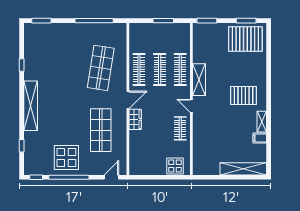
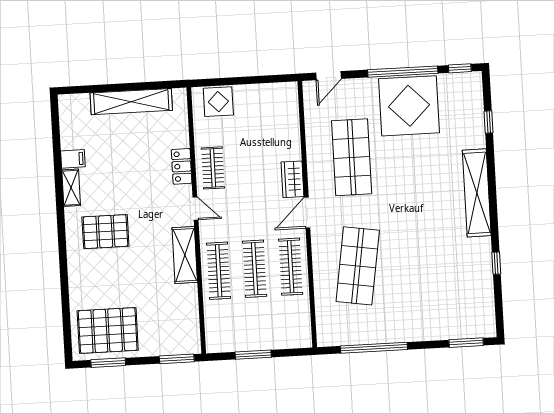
locker: (198, 130) -> (182, 166), added
display table: (66, 158) -> (409, 106), width x1.36, depth x1.36
shelving: (243, 169) -> (131, 102), moved

